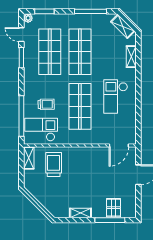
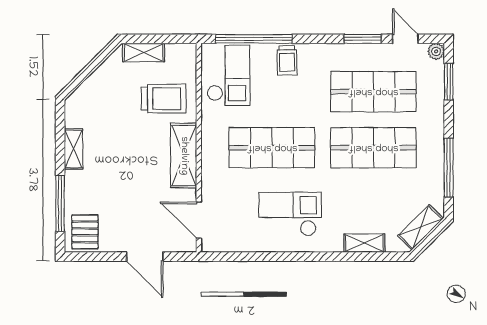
door: (21, 35) -> (405, 39), hinge flipped
trolley: (46, 104) -> (287, 60), moved
shelving: (84, 154) -> (184, 156), added
shelving: (29, 158) -> (144, 52), moved
pallet: (113, 208) -> (85, 232), moved, turned 90

